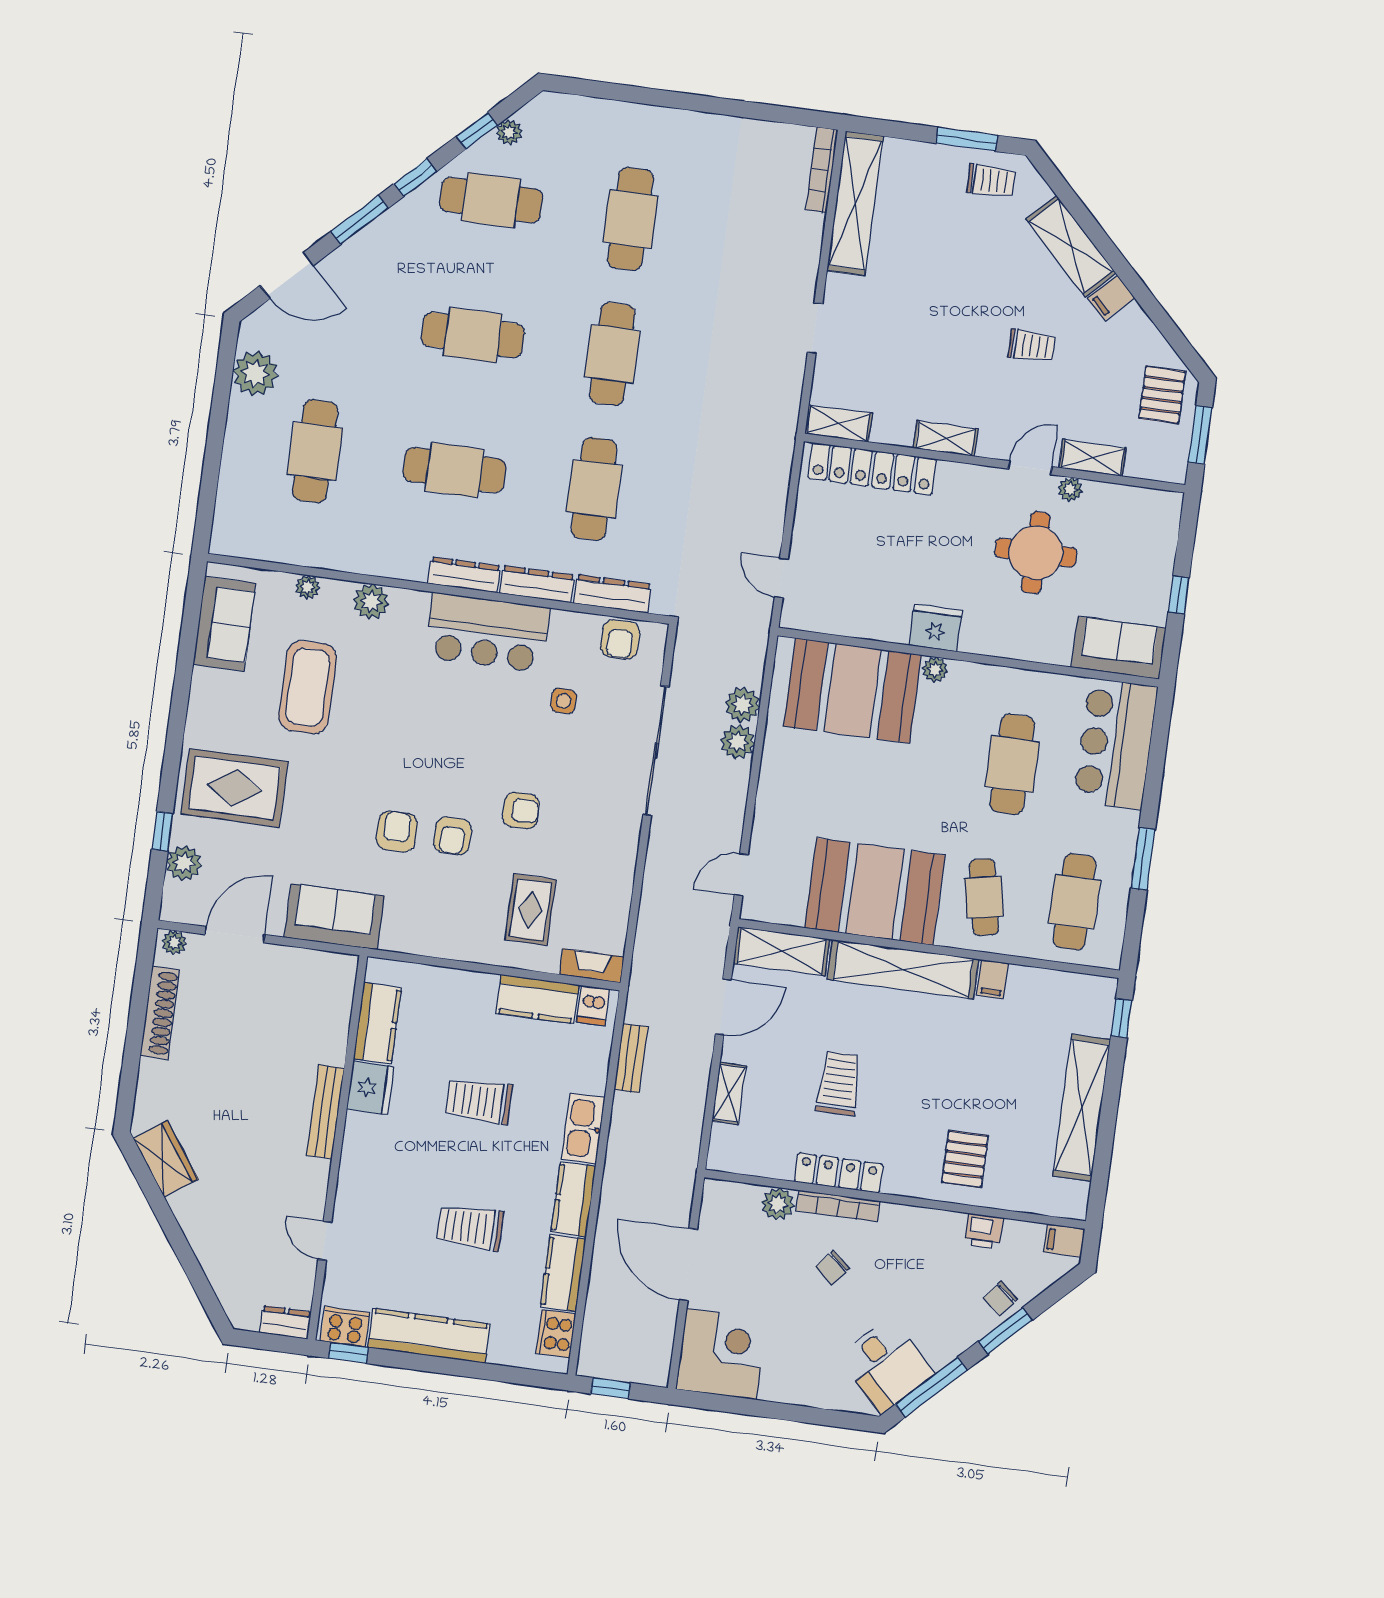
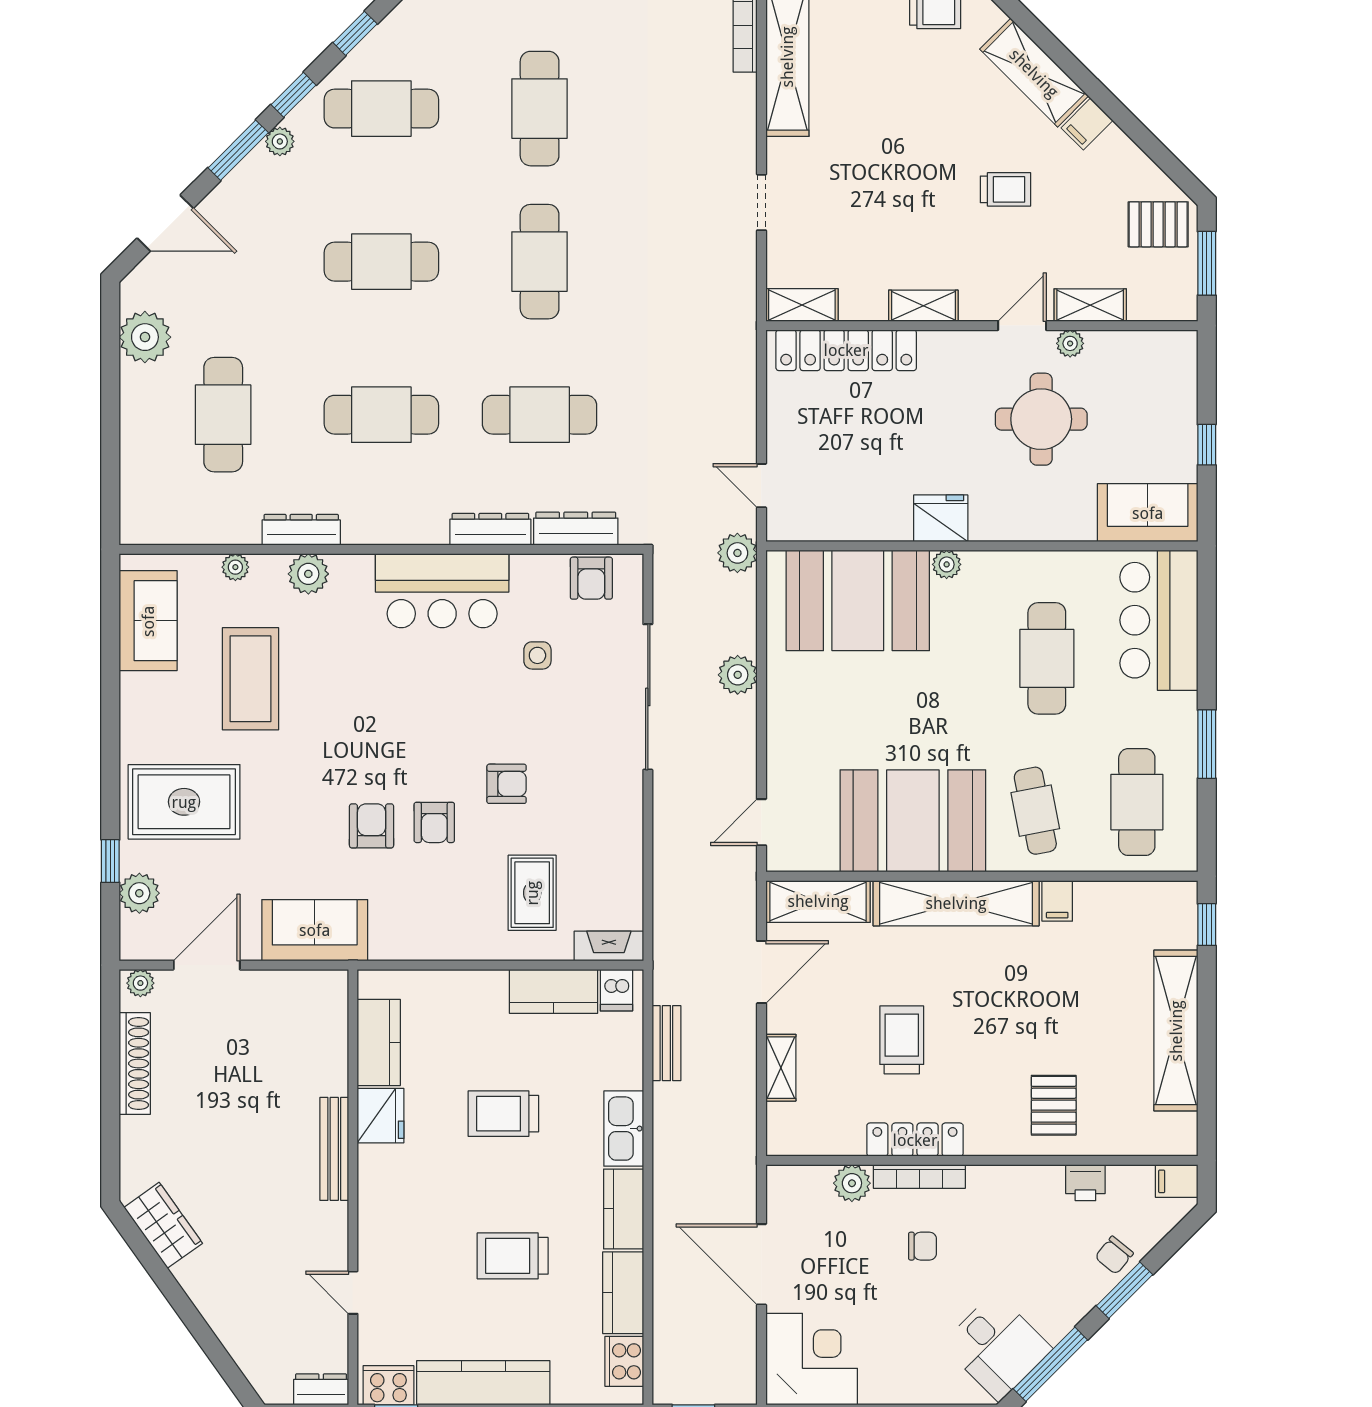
plant: (509, 132) -> (280, 141), moved
pallet: (1162, 395) -> (1158, 224), turned 90
cafe table: (594, 489) -> (540, 415), turned 90
dresser: (464, 575) -> (301, 530), moved
plant: (743, 705) -> (737, 553), moved
chair: (833, 1268) -> (923, 1246), turned -130

